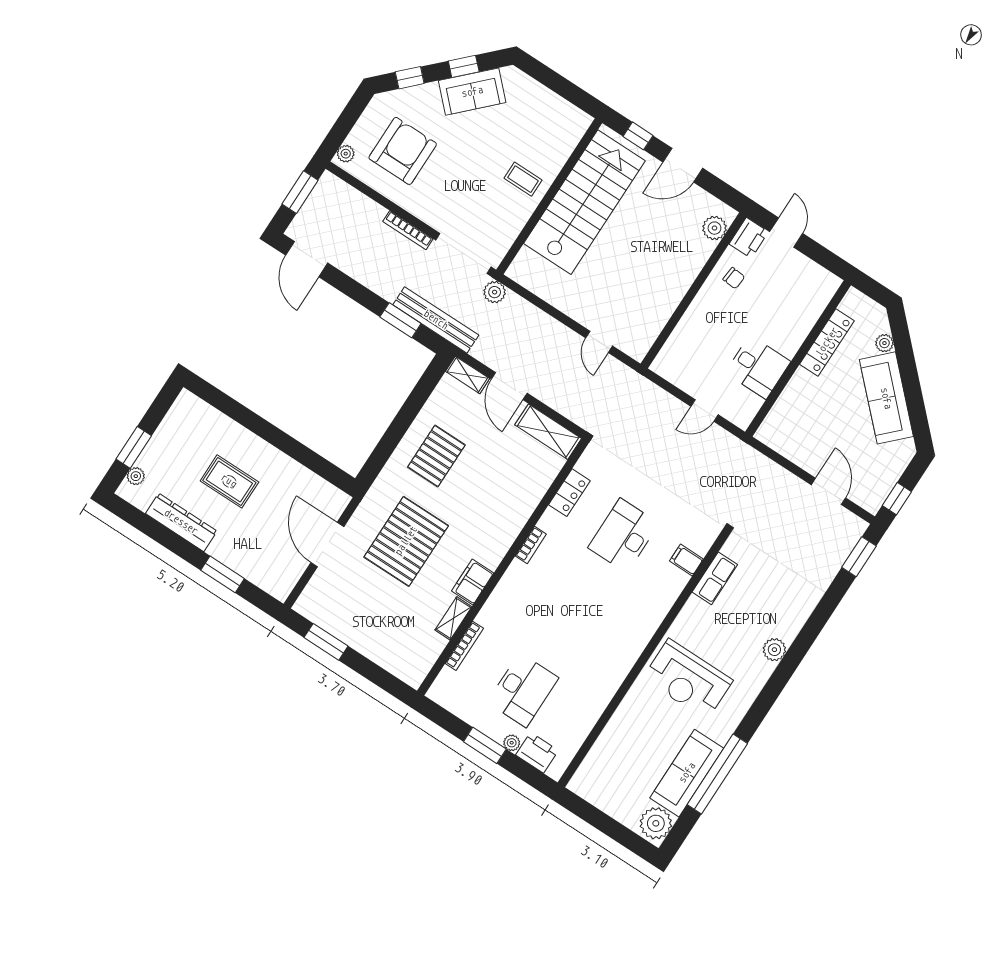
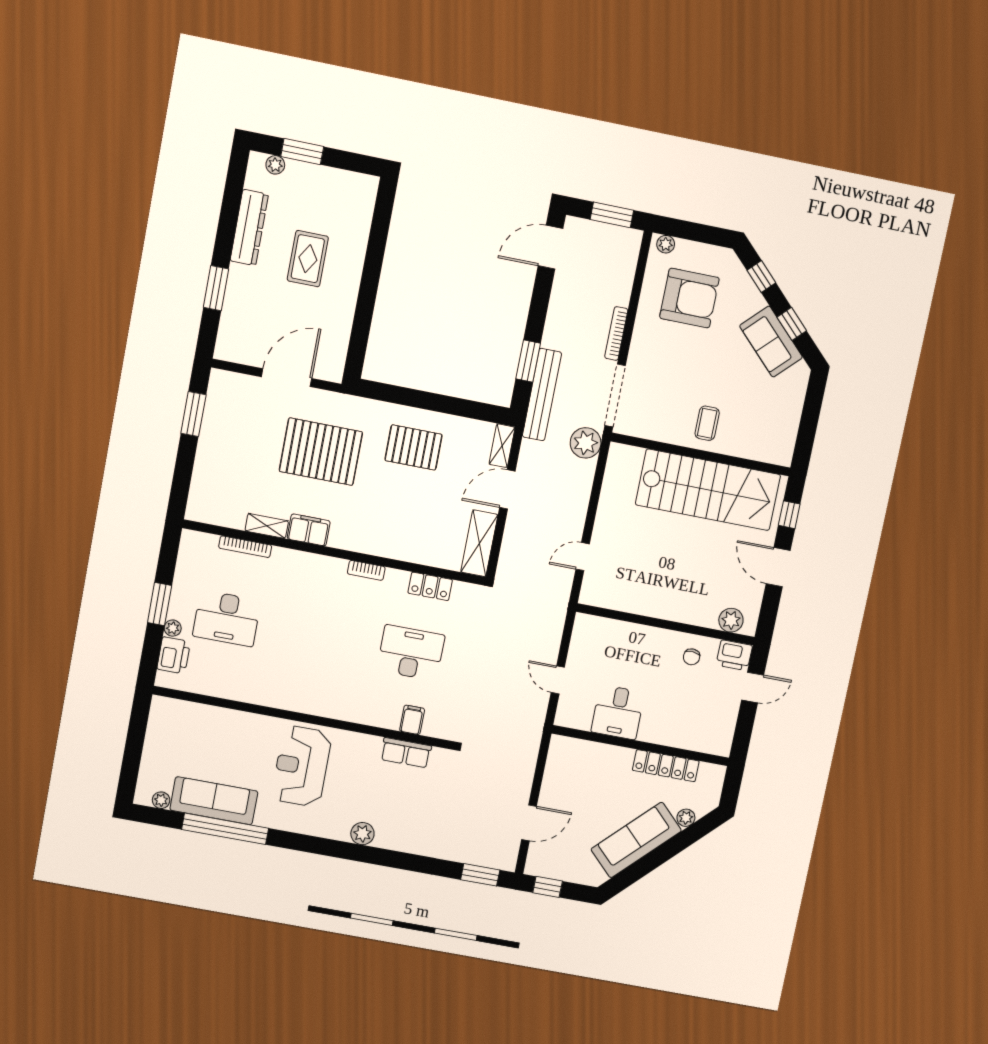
plant: (495, 292) -> (586, 443), width x1.36, depth x1.36
plant: (656, 823) -> (161, 800), width x0.53, depth x0.53

